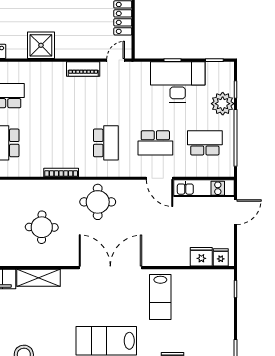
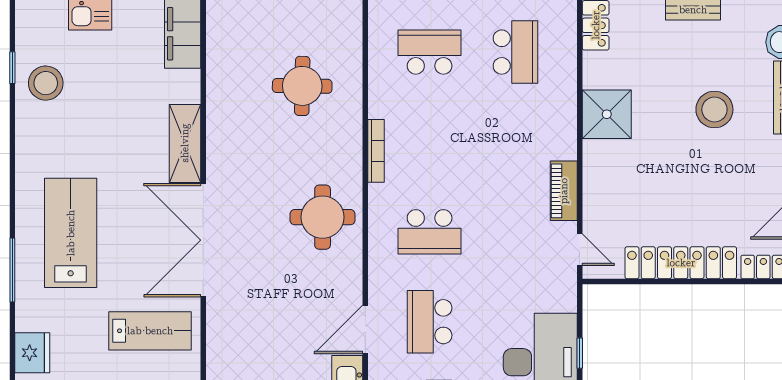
round table: (42, 227) -> (302, 86), moved
double door: (110, 268) -> (203, 240), swing flipped
shelving: (38, 278) -> (185, 143), moved
lab bench: (160, 297) -> (150, 331), turned 180

